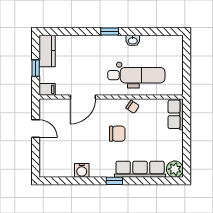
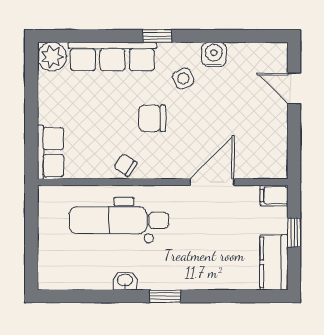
door: (36, 129) -> (294, 88), moved
side table: (99, 157) -> (183, 78), added

